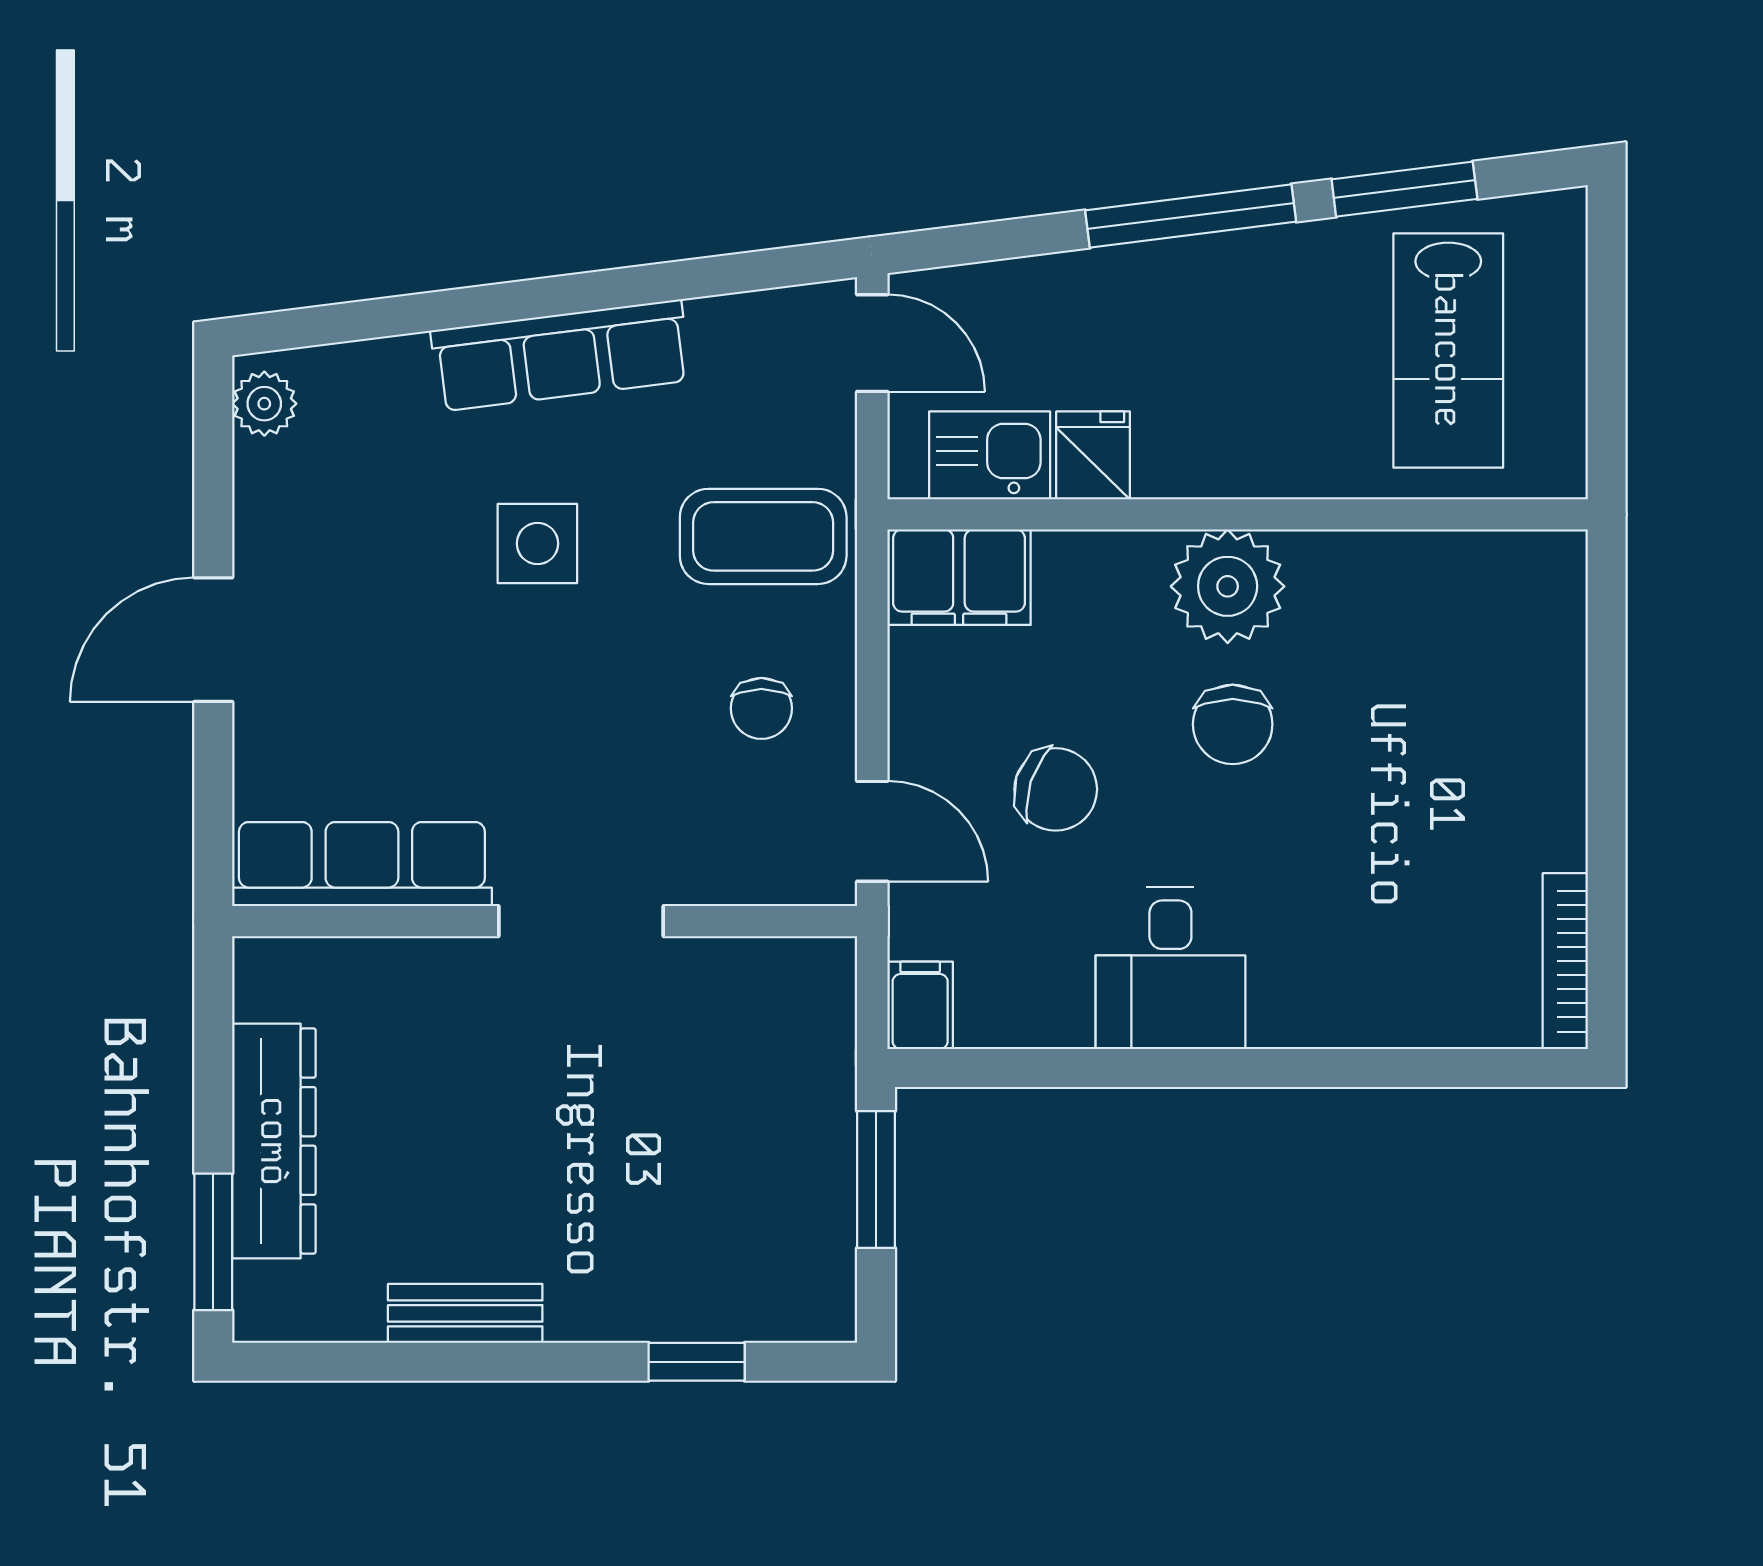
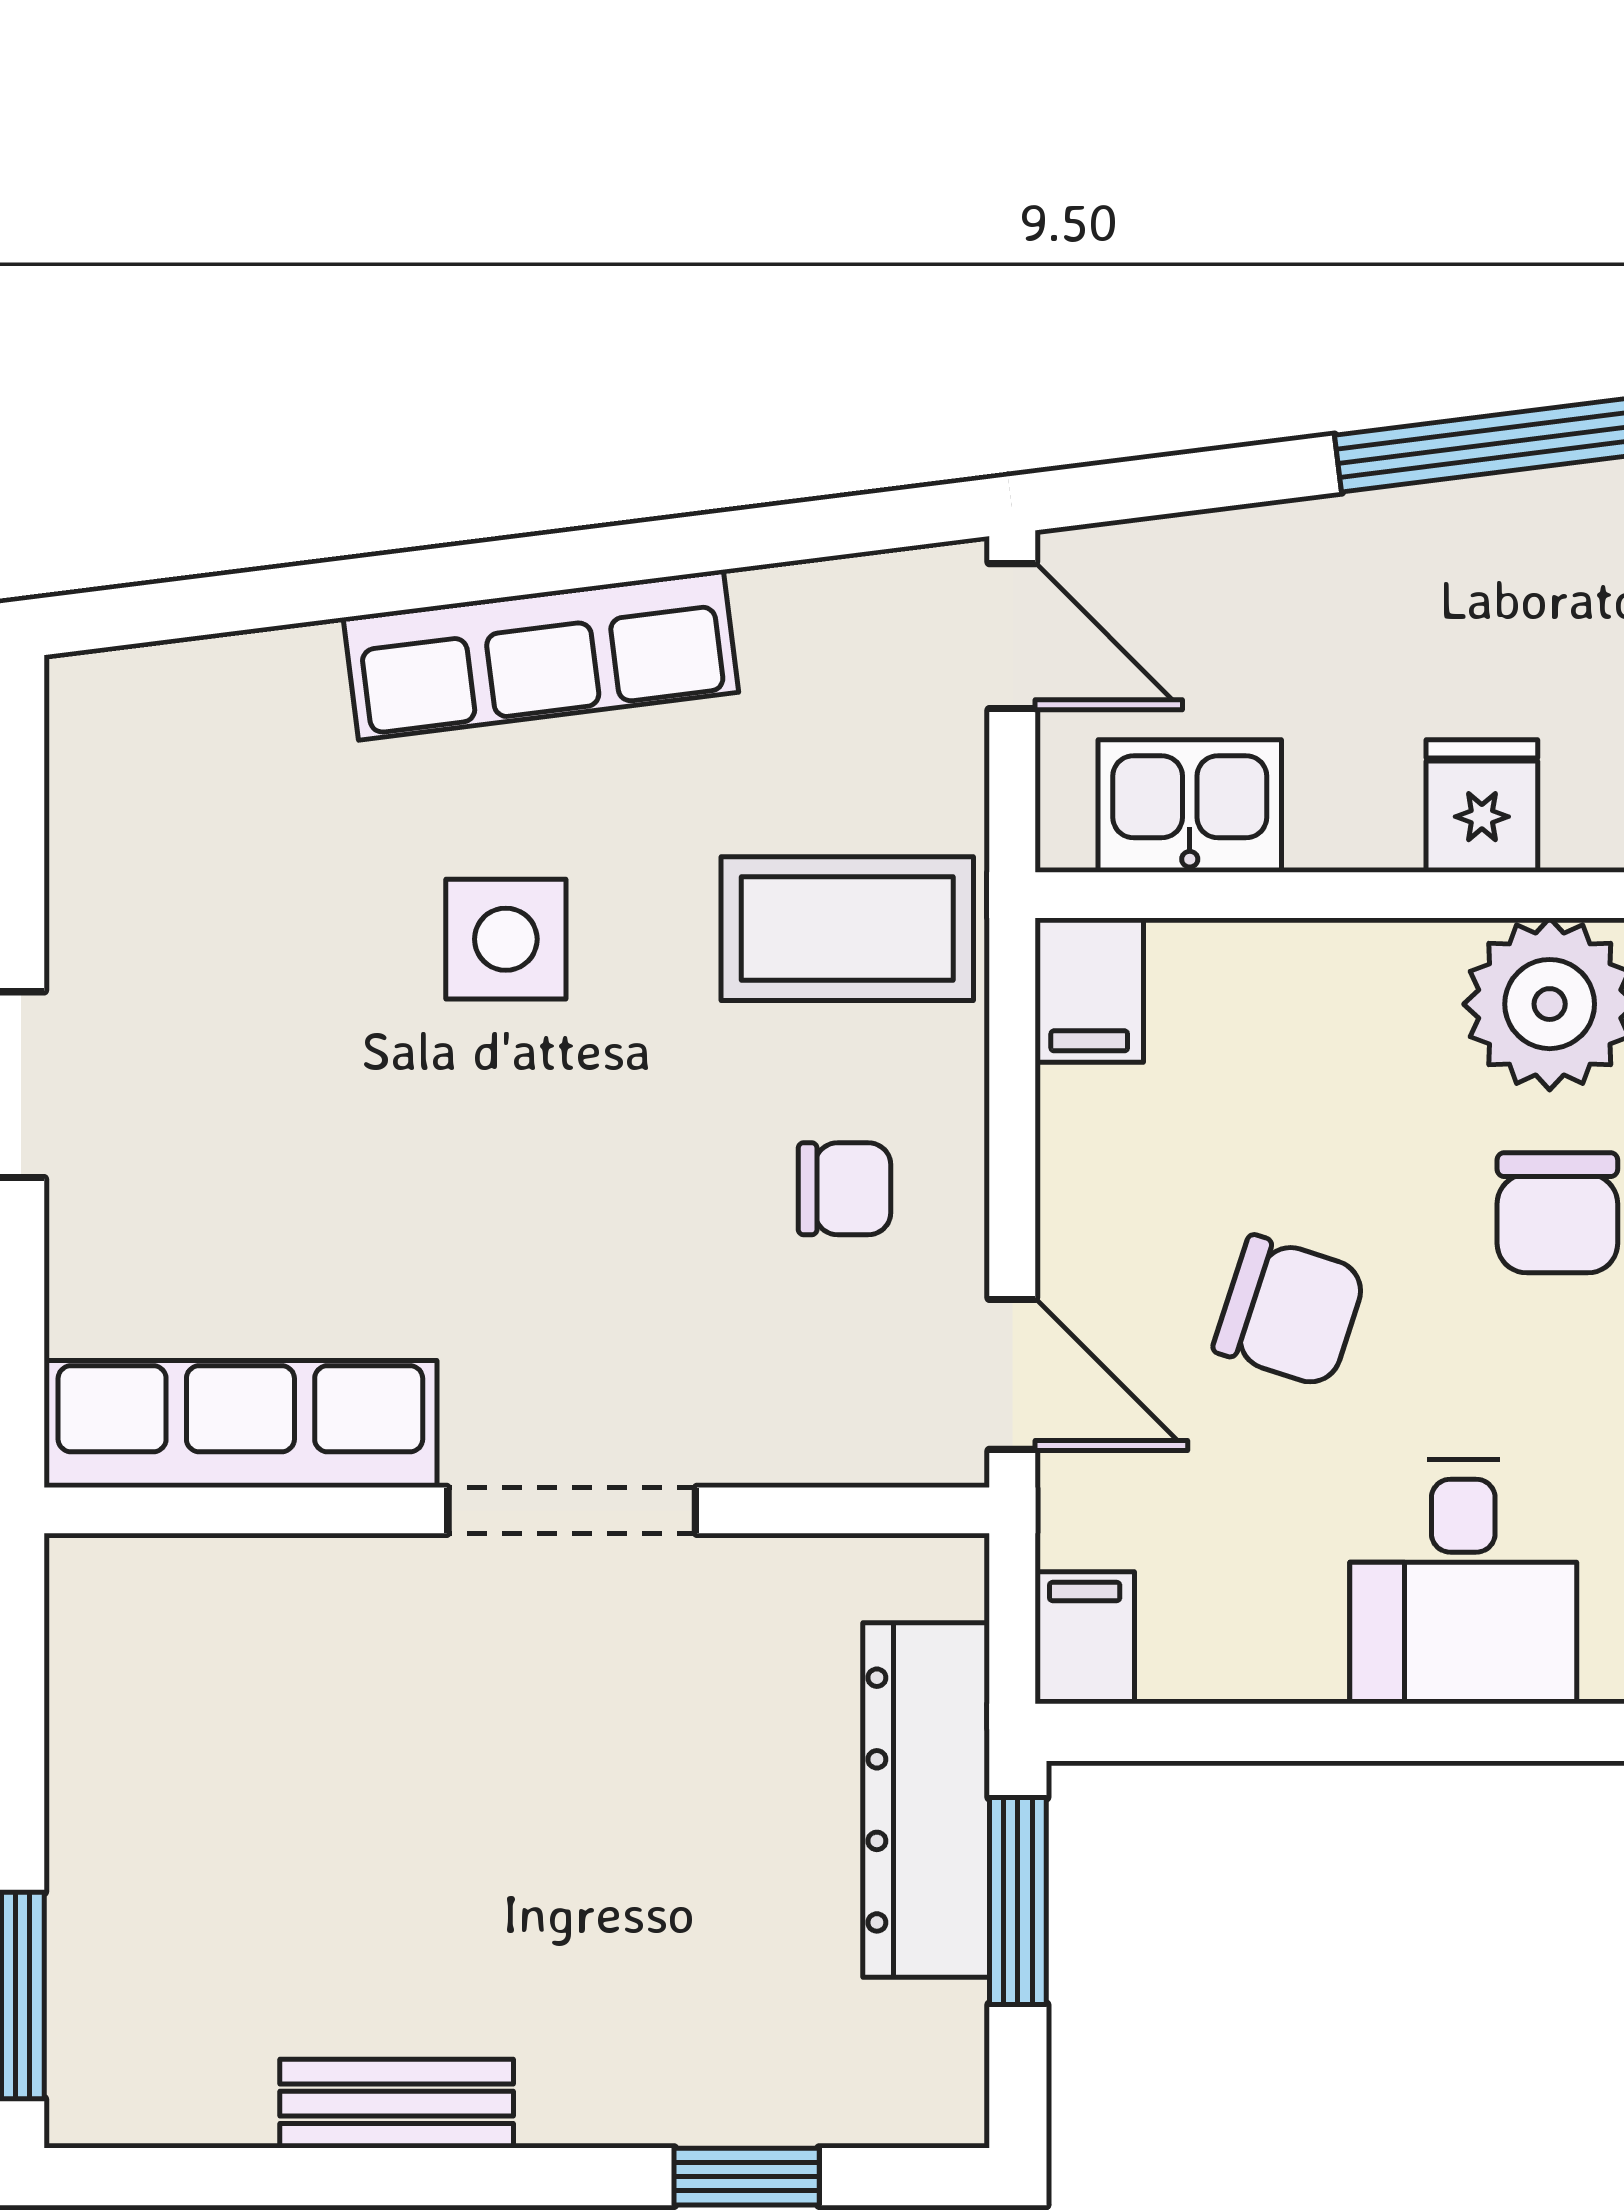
plant: (264, 404) -> (93, 728), removed
fridge: (1093, 455) -> (1482, 806), moved
filing cabinet: (959, 577) -> (1089, 990), width x0.50
chair: (761, 708) -> (845, 1189), turned -90
dresser: (274, 1141) -> (926, 1800), moved, turned 180

